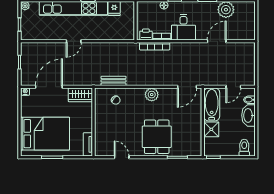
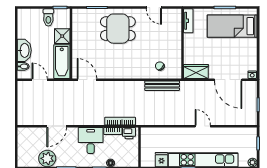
door: (74, 41) -> (203, 126), hinge flipped
bench: (114, 81) -> (162, 86), width x1.36
door: (49, 87) -> (228, 80), hinge flipped
door: (187, 87) -> (87, 80), hinge flipped
door: (233, 87) -> (40, 80), hinge flipped
plant: (152, 95) -> (123, 72), removed
bed: (45, 134) -> (232, 26), width x0.67
dining table: (157, 137) -> (118, 29), turned 90
toilet: (244, 148) -> (48, 17), moved

